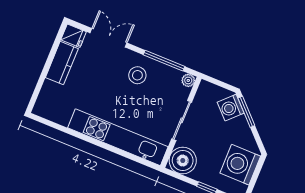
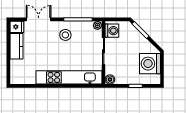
washing machine: (231, 108) -> (112, 31), moved, turned -135
boiler: (183, 160) -> (110, 79), width x0.54, depth x0.54

